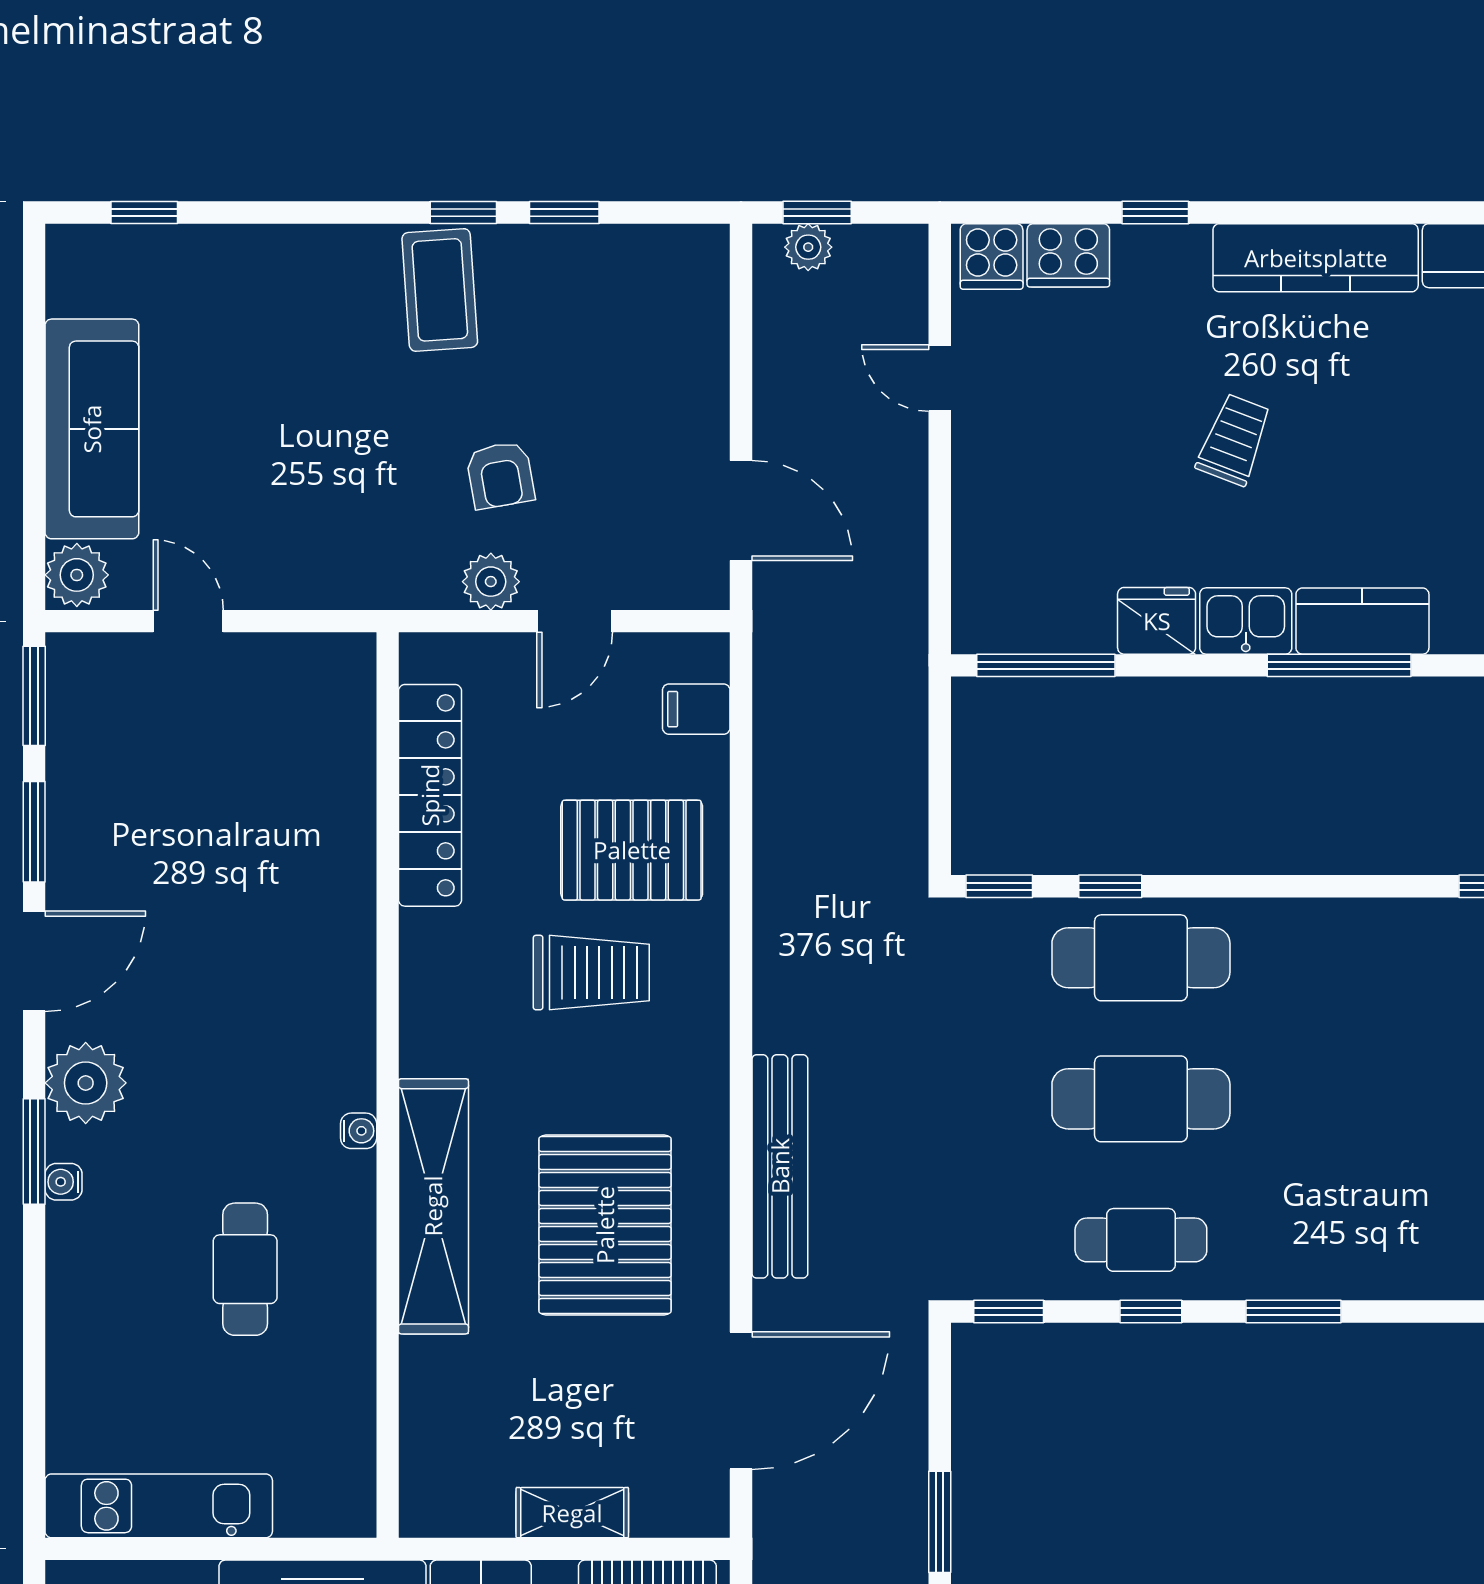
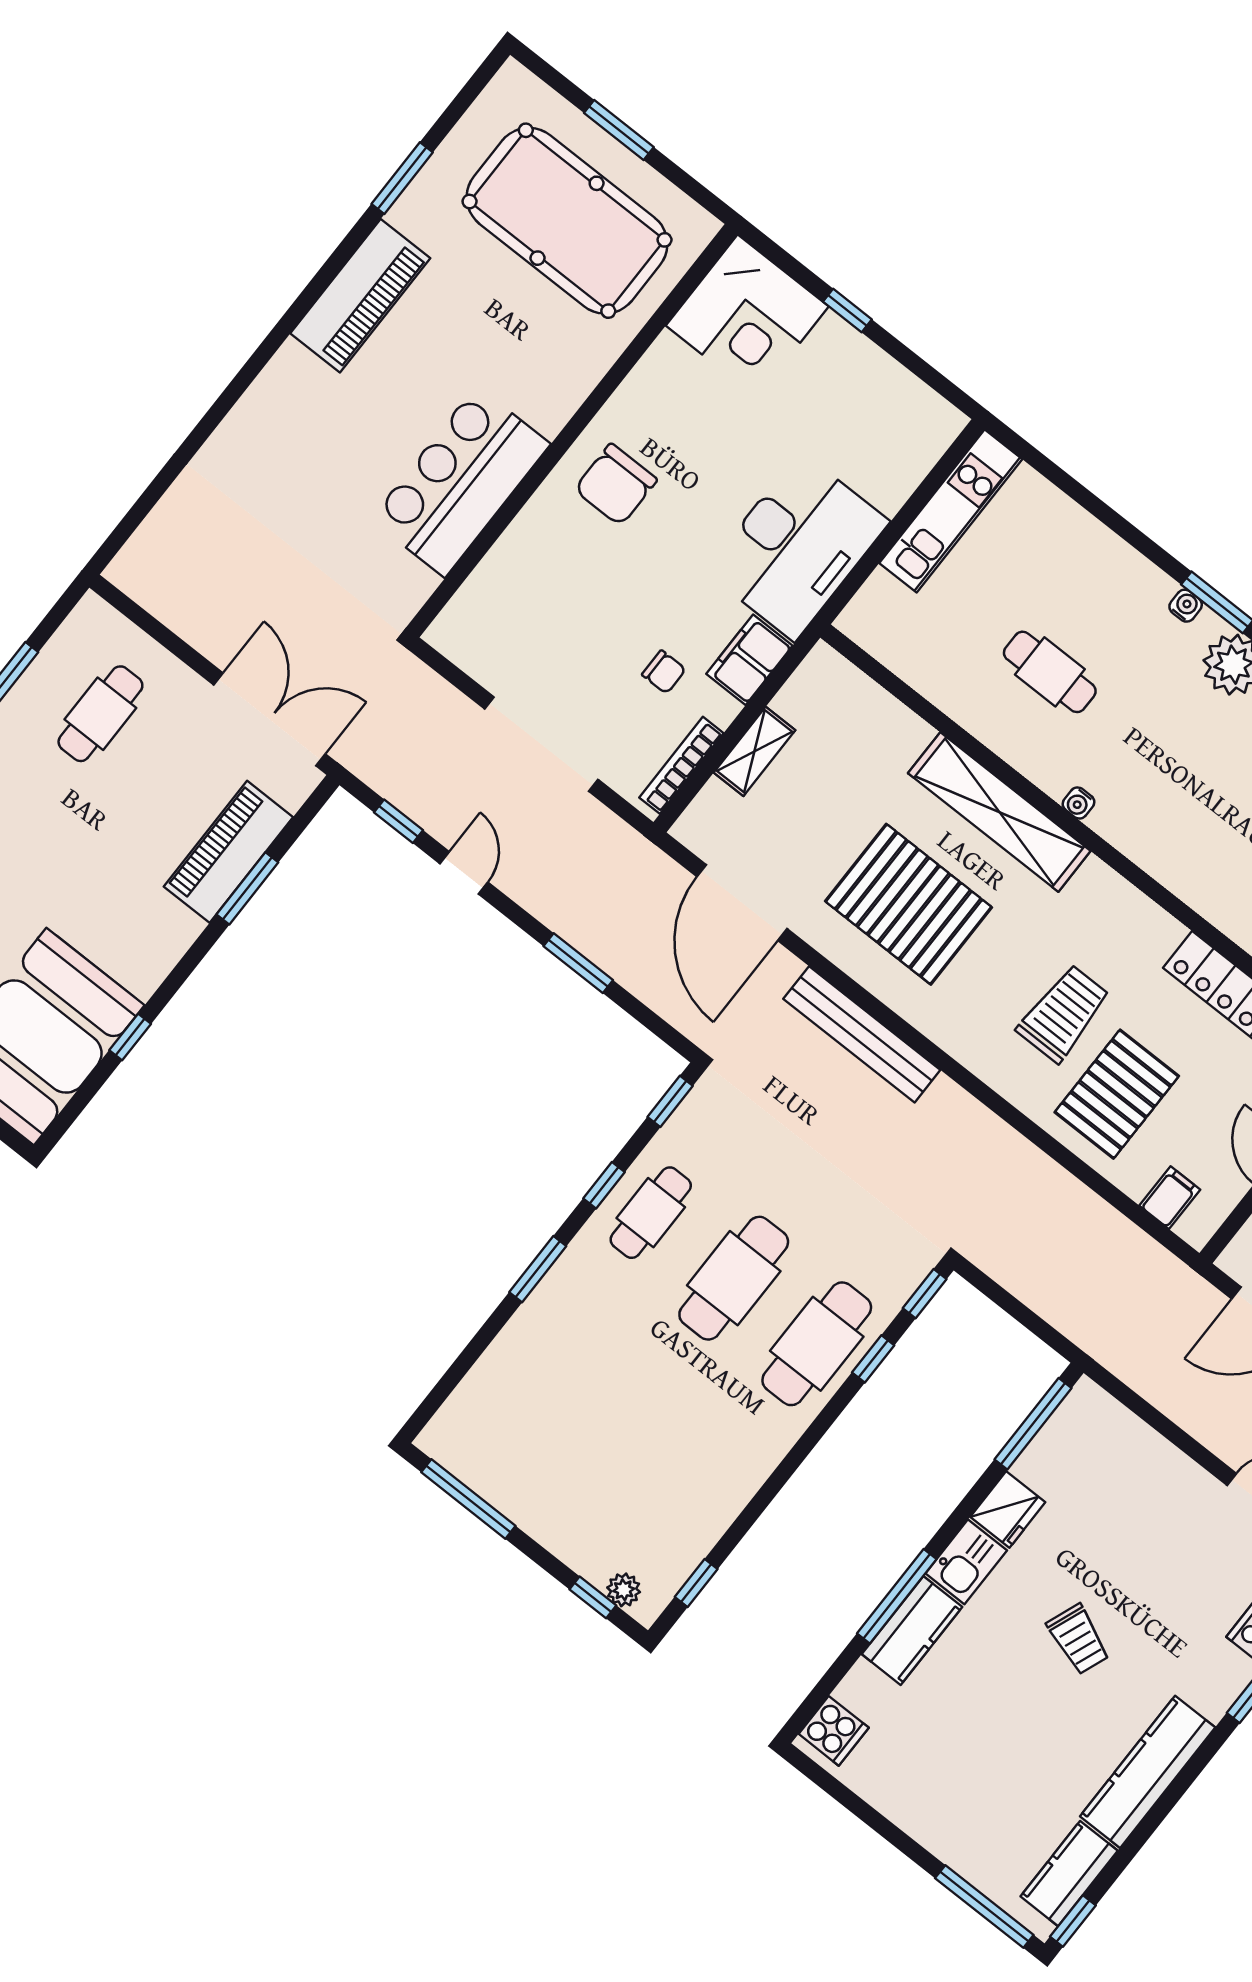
trolley: (591, 973) -> (1063, 1013), turned 180

